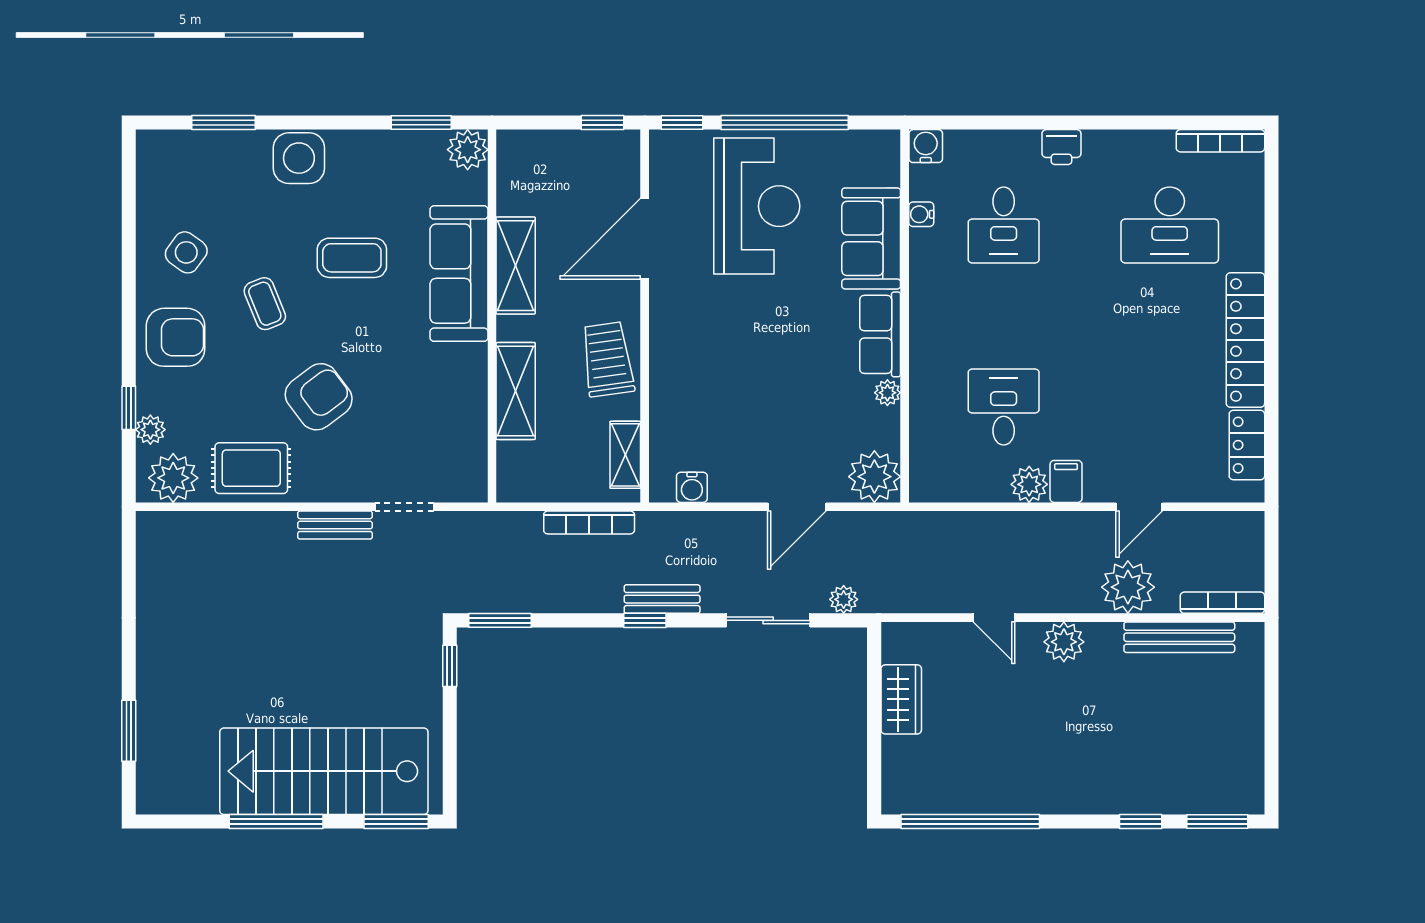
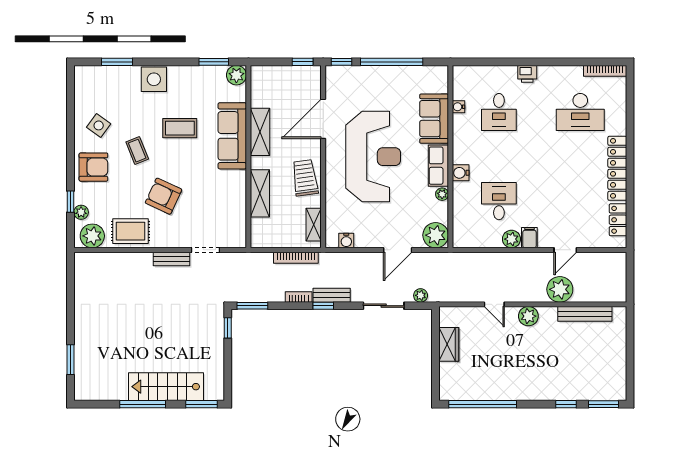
water cooler: (926, 146) -> (461, 173), moved, turned -90
reception desk: (757, 206) -> (373, 157), moved, width x1.36, depth x1.30
armchair: (319, 397) -> (164, 196), turned -118
bookcase: (1222, 603) -> (299, 297), moved, width x0.64
stairs: (324, 771) -> (166, 387), width x0.73, depth x0.66

